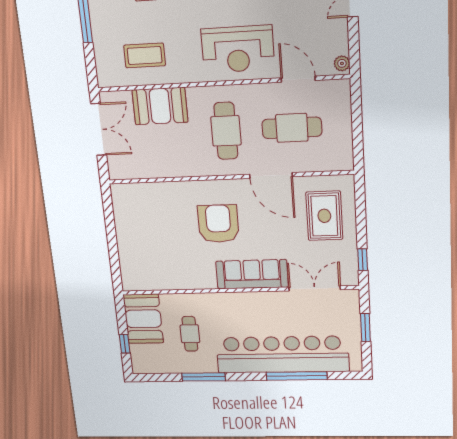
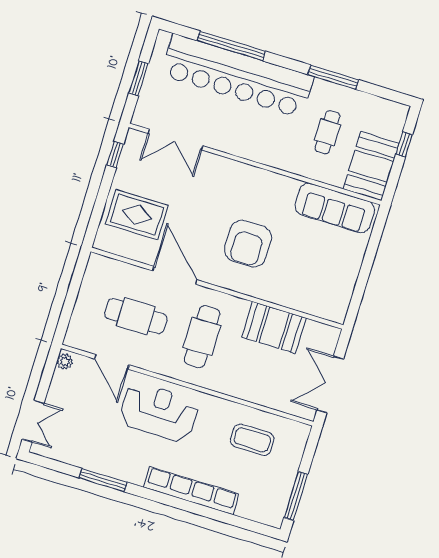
booth: (160, 106) -> (274, 328), moved
rug: (324, 216) -> (137, 215), turned 90
sofa: (252, 274) -> (335, 208), moved

